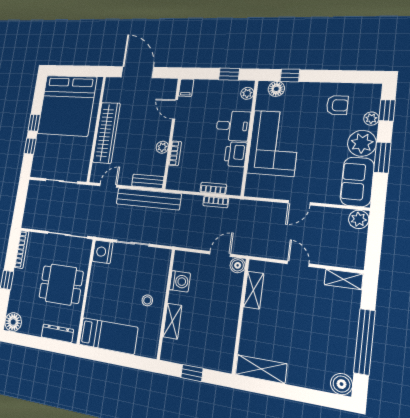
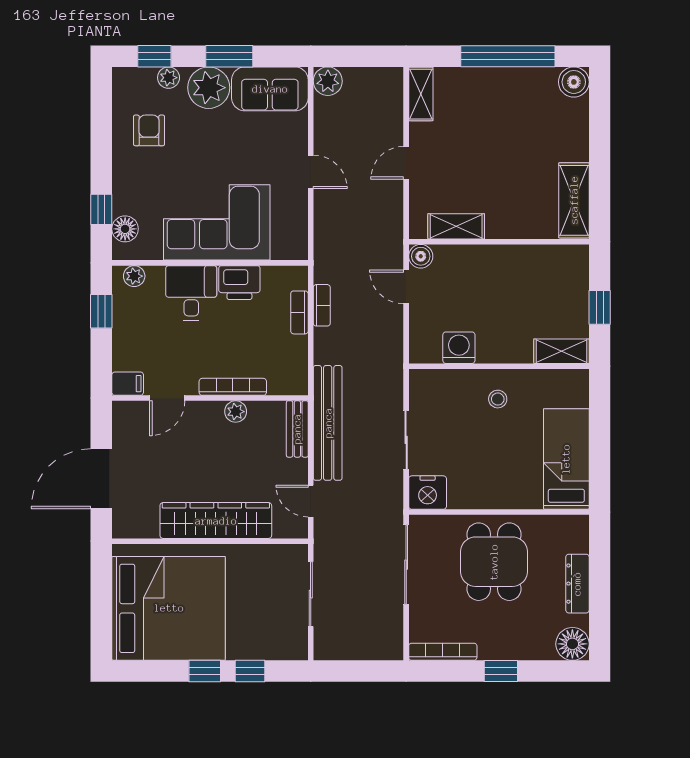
bookcase: (175, 153) -> (233, 387), width x1.56
shelving: (172, 321) -> (561, 351), moved
dresser: (57, 333) -> (577, 584), moved

